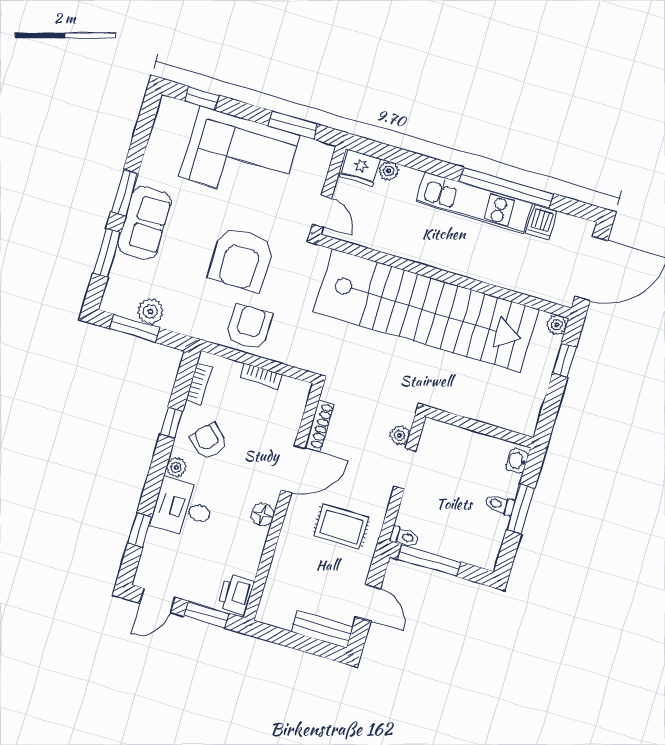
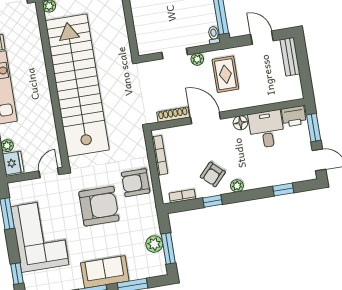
bookcase: (261, 376) -> (160, 155), width x1.56
plant: (400, 435) -> (197, 59), moved
desk: (183, 508) -> (267, 129), moved, turned 180
door: (368, 603) -> (262, 38), hinge flipped

